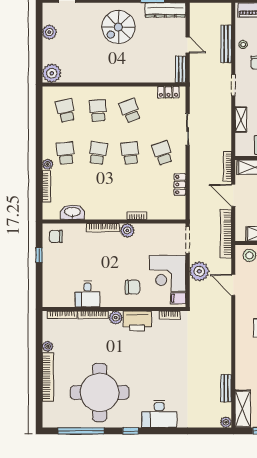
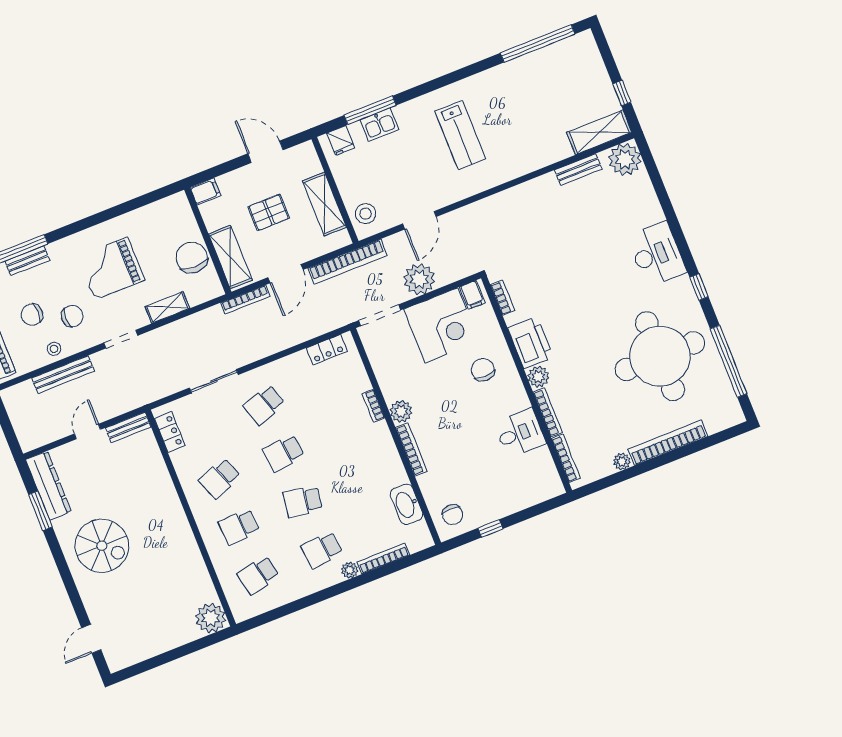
plant: (49, 32) -> (151, 646), removed
locker: (180, 184) -> (327, 350), moved
plant: (226, 422) -> (625, 159), width x1.88, depth x1.88

